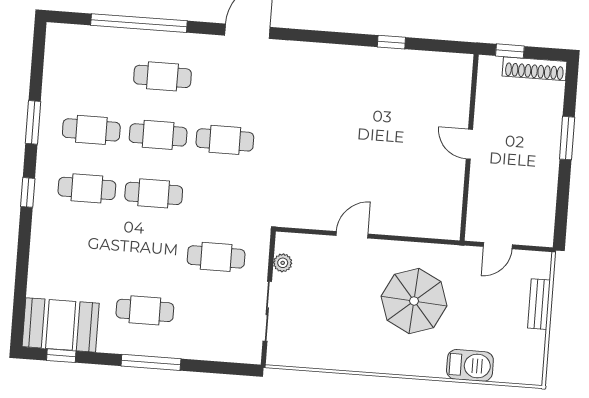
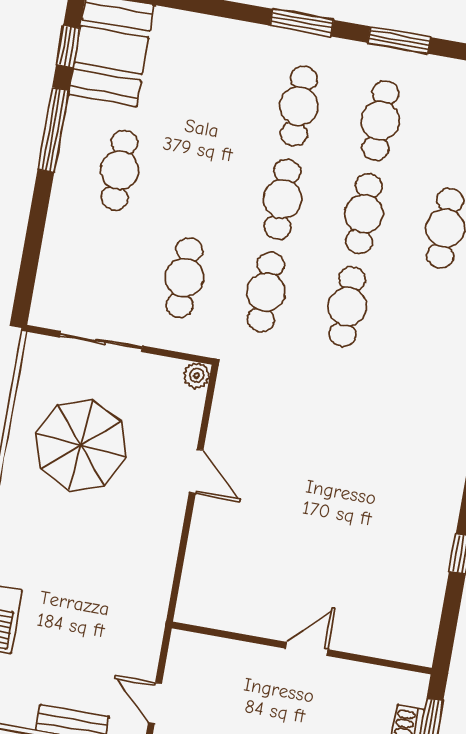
window: (28, 192) -> (302, 23), width x1.50
cafe table: (220, 198) -> (266, 292), added
door: (498, 246) -> (155, 703), moved
plant: (283, 263) -> (197, 375), moved
parasol: (414, 301) -> (81, 445), moved
window: (151, 362) -> (53, 130), moved

